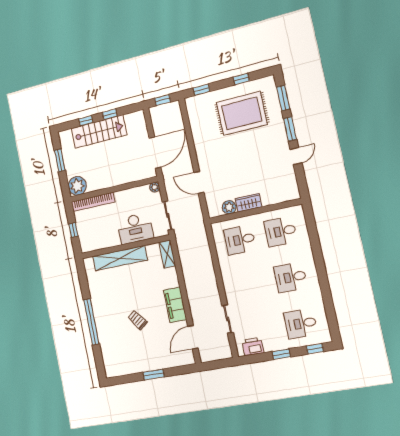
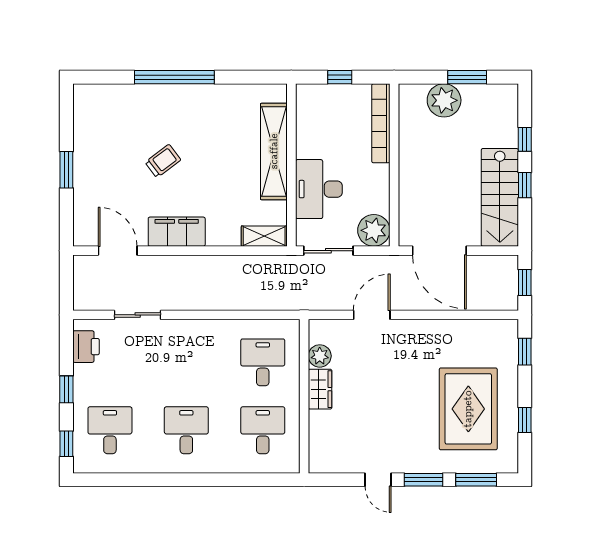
stairs: (99, 132) -> (500, 197), moved
plant: (77, 186) -> (444, 100), moved
plant: (155, 187) -> (374, 230), width x1.88, depth x1.88

